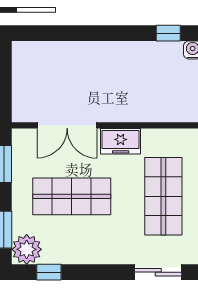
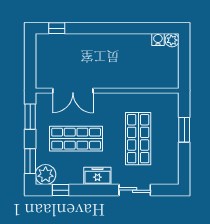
window: (168, 33) -> (57, 28), moved
freezer: (121, 141) -> (97, 176), moved, turned 180

